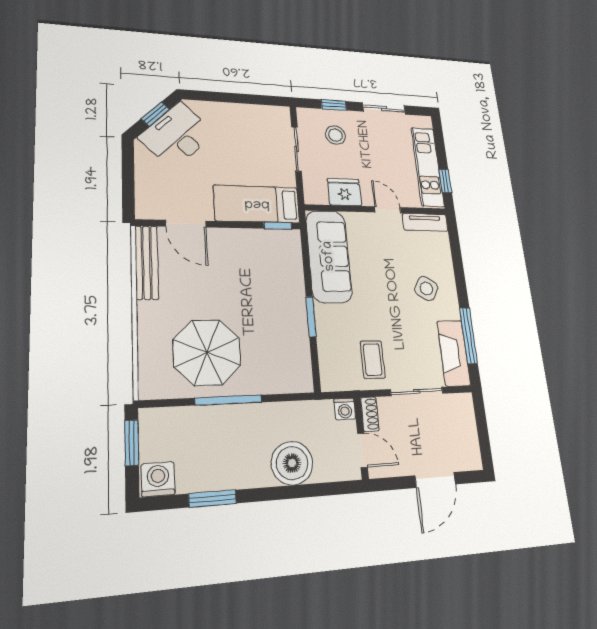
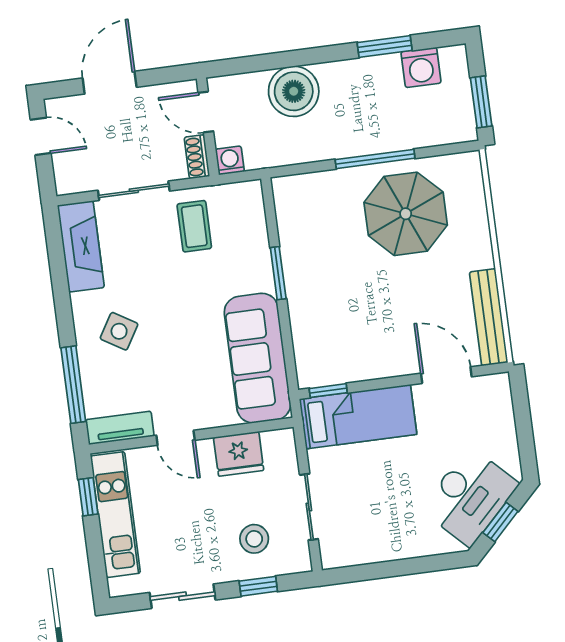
window: (468, 336) -> (73, 385), moved
door: (484, 440) -> (41, 136), added
washing machine: (158, 479) -> (421, 67), moved

